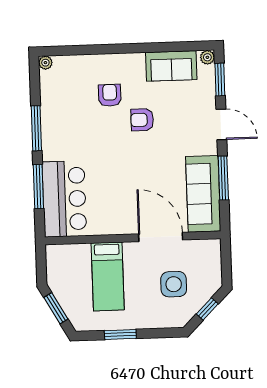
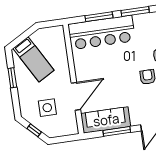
bar counter: (64, 199) -> (102, 32), width x1.36
bed: (108, 276) -> (33, 59), moved, turned -120
window: (56, 308) -> (24, 36), removed

